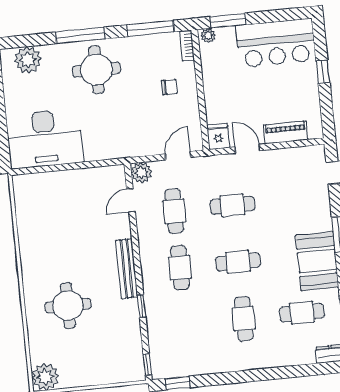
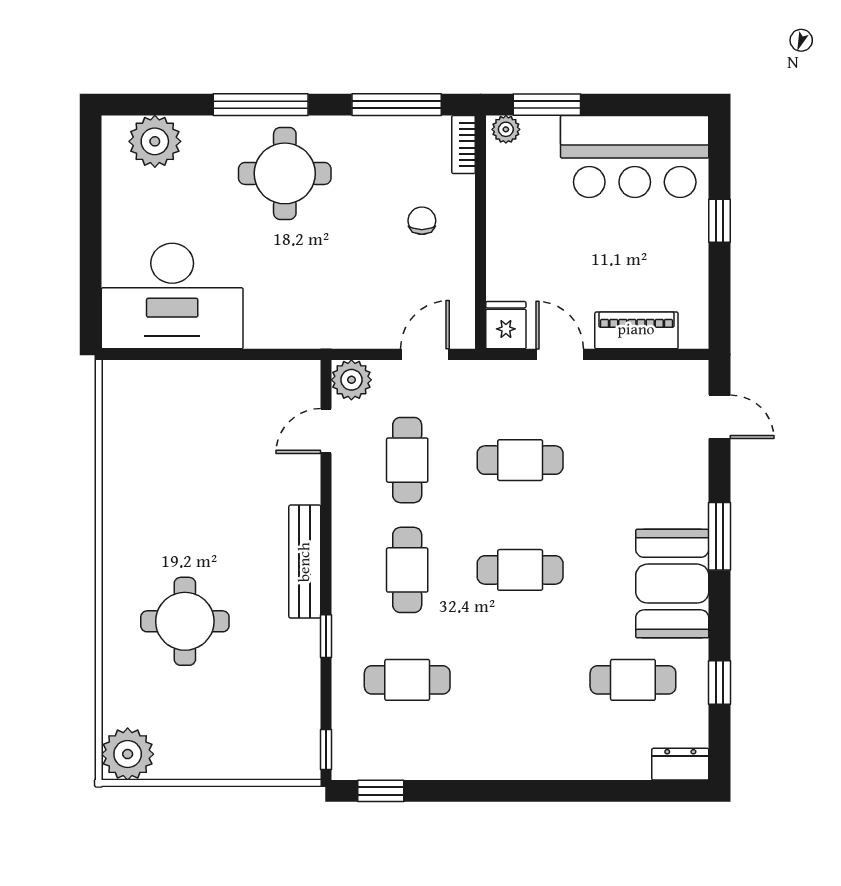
chair: (169, 87) -> (422, 221), turned -90
cafe table: (244, 319) -> (407, 680), moved, turned 90

